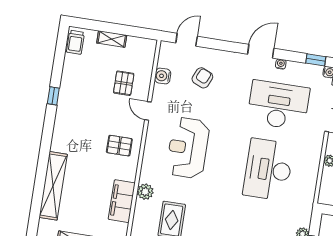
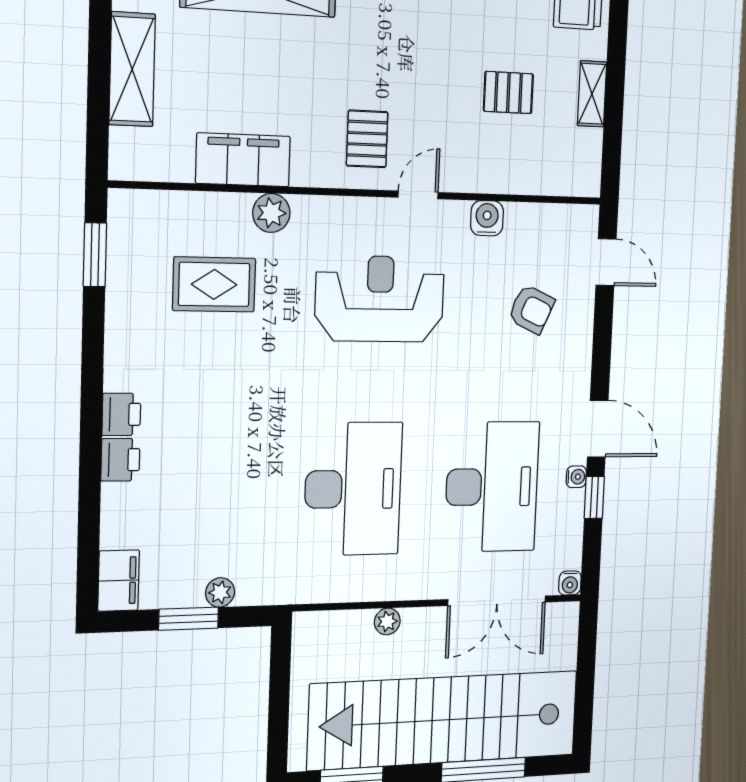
window: (316, 60) -> (594, 497), moved
water cooler: (163, 76) -> (487, 218), moved
pallet: (124, 83) -> (508, 92), moved
door: (148, 111) -> (418, 195), moved
desk: (268, 170) -> (353, 489), turned 90

